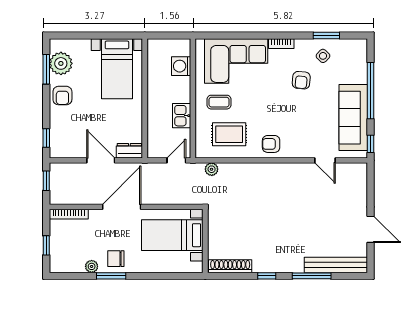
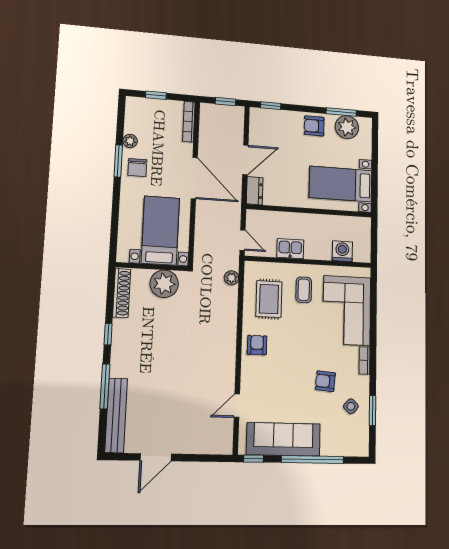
plant: (220, 229) -> (164, 284), added
chair: (116, 259) -> (137, 168), turned 180

